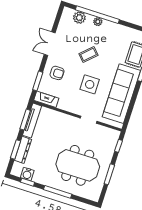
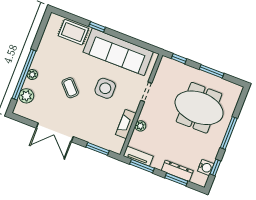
double door: (50, 44) -> (55, 132), width x1.37
armchair: (57, 73) -> (90, 126), removed
fireplace: (46, 99) -> (126, 124), moved
plant: (59, 116) -> (140, 126), added
tv unit: (32, 121) -> (138, 156), width x0.71
meeting table: (78, 165) -> (199, 108), turned 90

